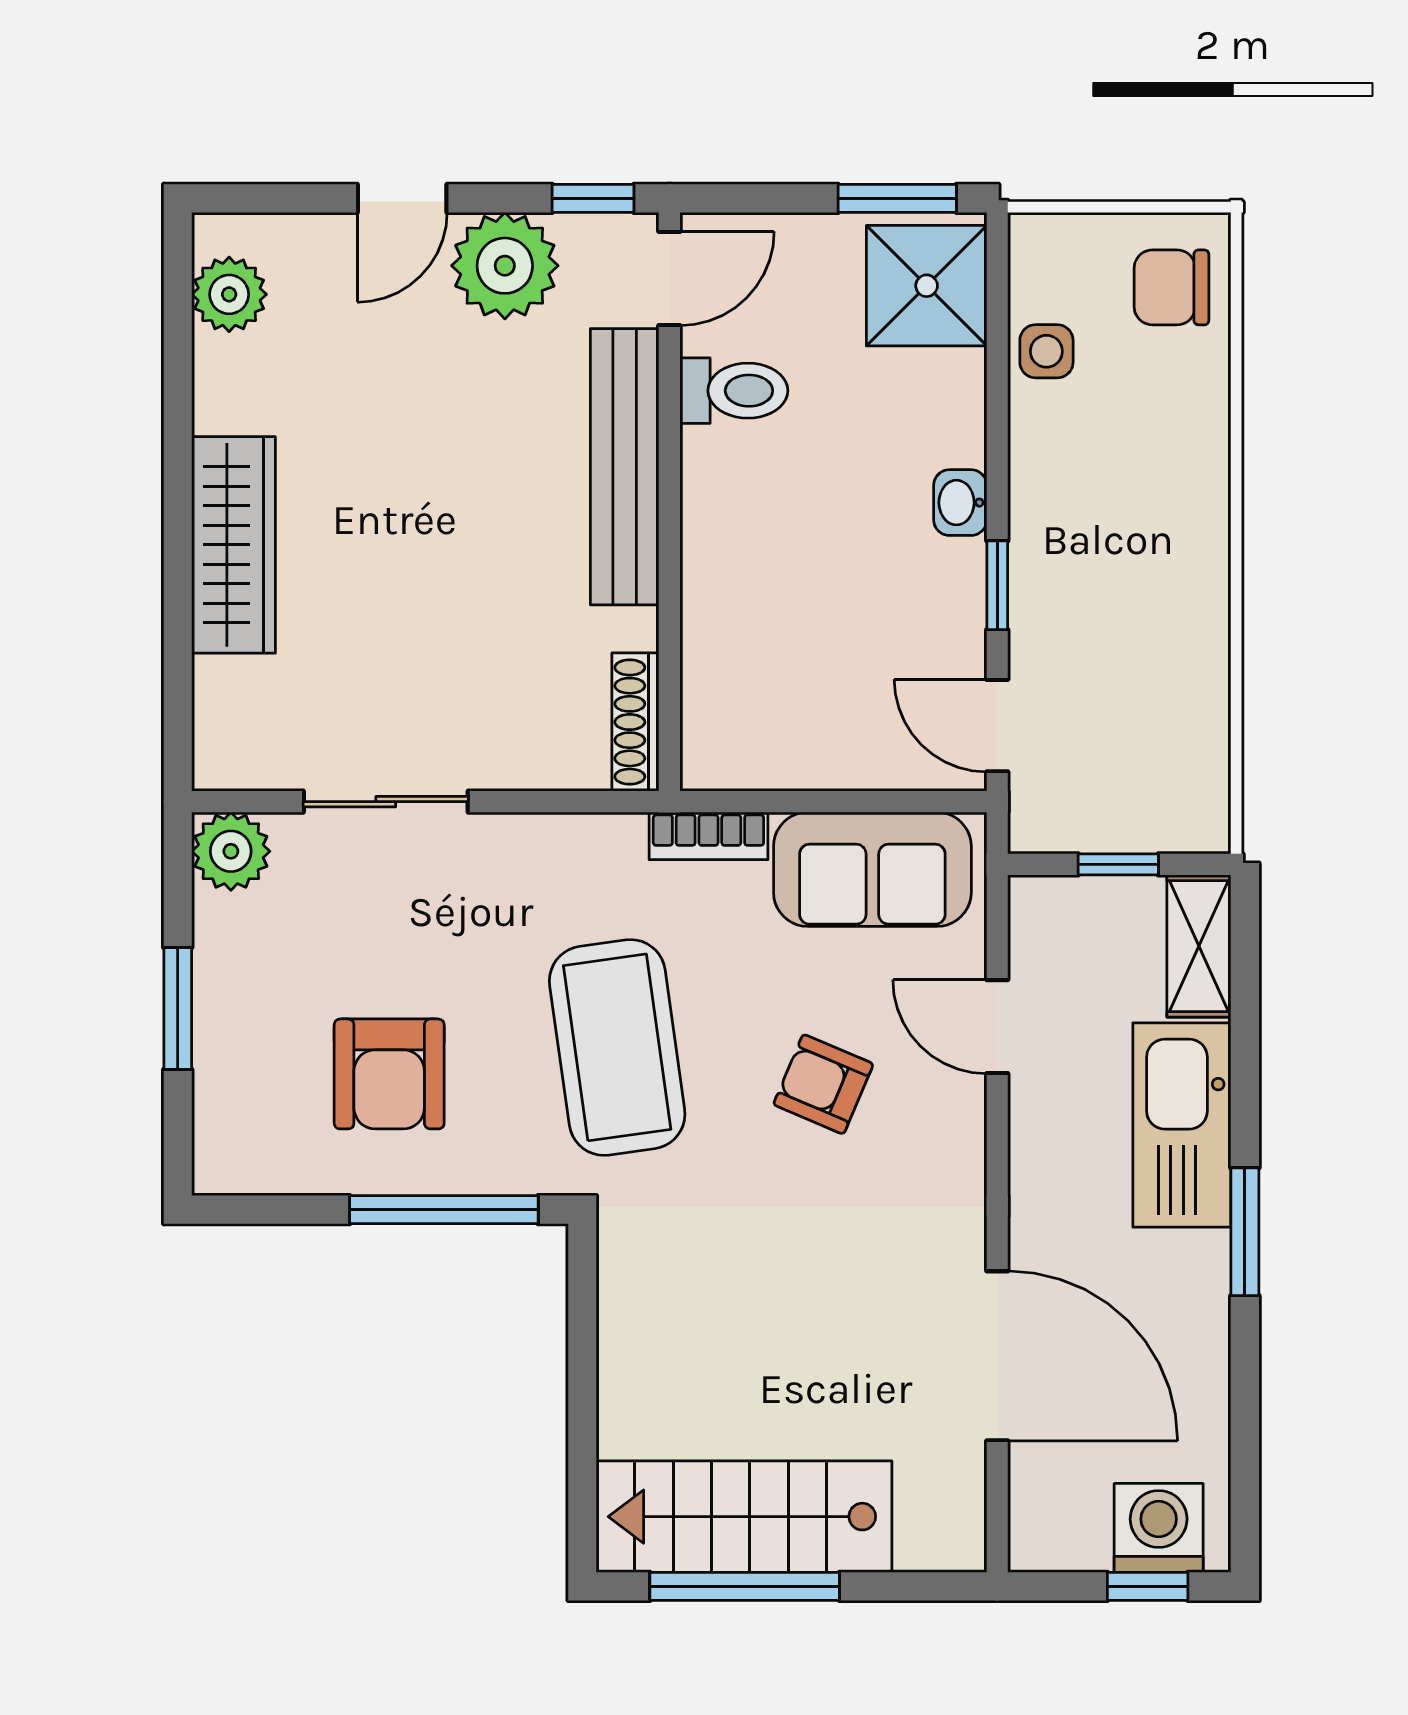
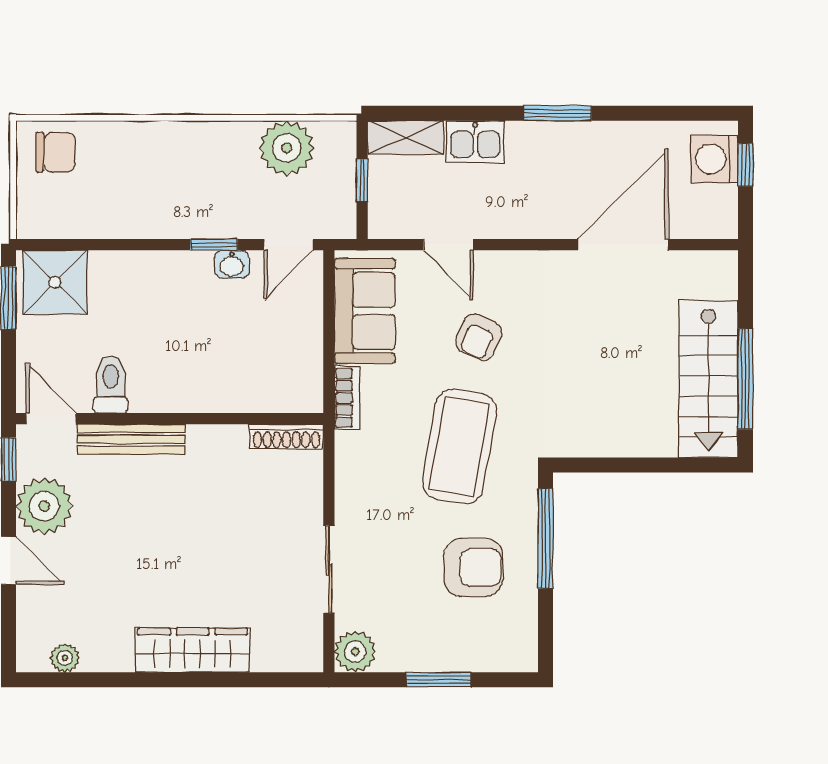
chair: (1171, 287) -> (56, 152), turned -90
plant: (229, 294) -> (65, 658), width x0.73, depth x0.73
side table: (1046, 351) -> (90, 219), removed
bench: (625, 467) -> (131, 439), width x0.73, depth x0.82
washbasin: (960, 503) -> (232, 264), moved
plant: (1179, 722) -> (287, 148), added
door: (997, 1027) -> (448, 245), hinge flipped
coffee table: (617, 1047) -> (459, 446), turned -72
kitchen sink: (1182, 1125) -> (475, 142), width x0.53, depth x0.81

